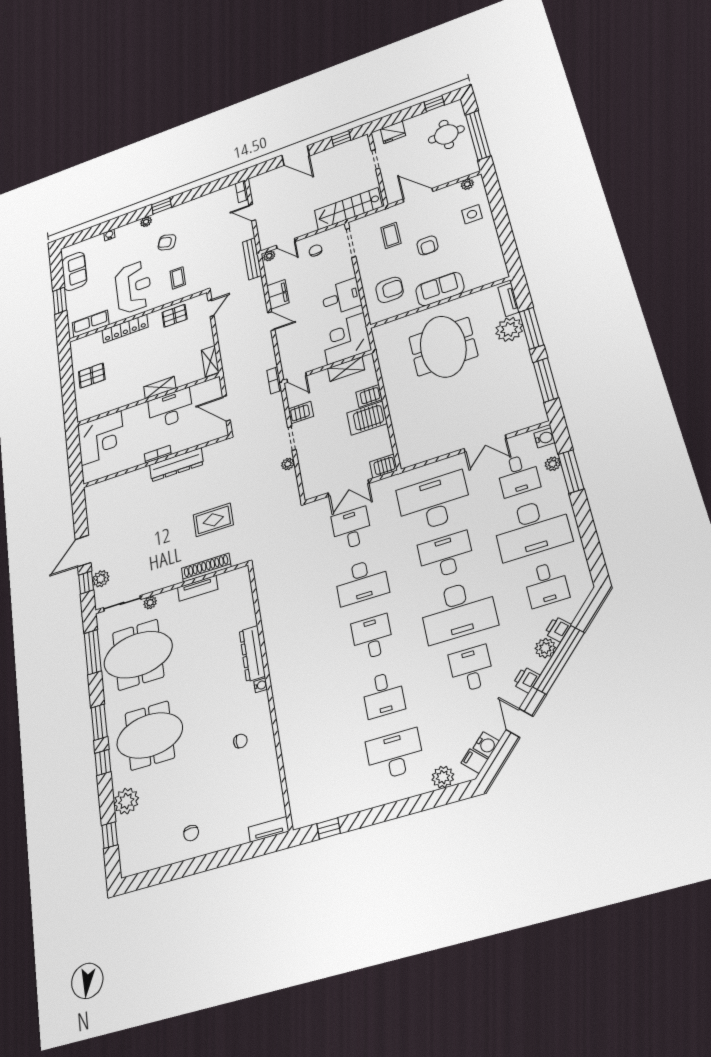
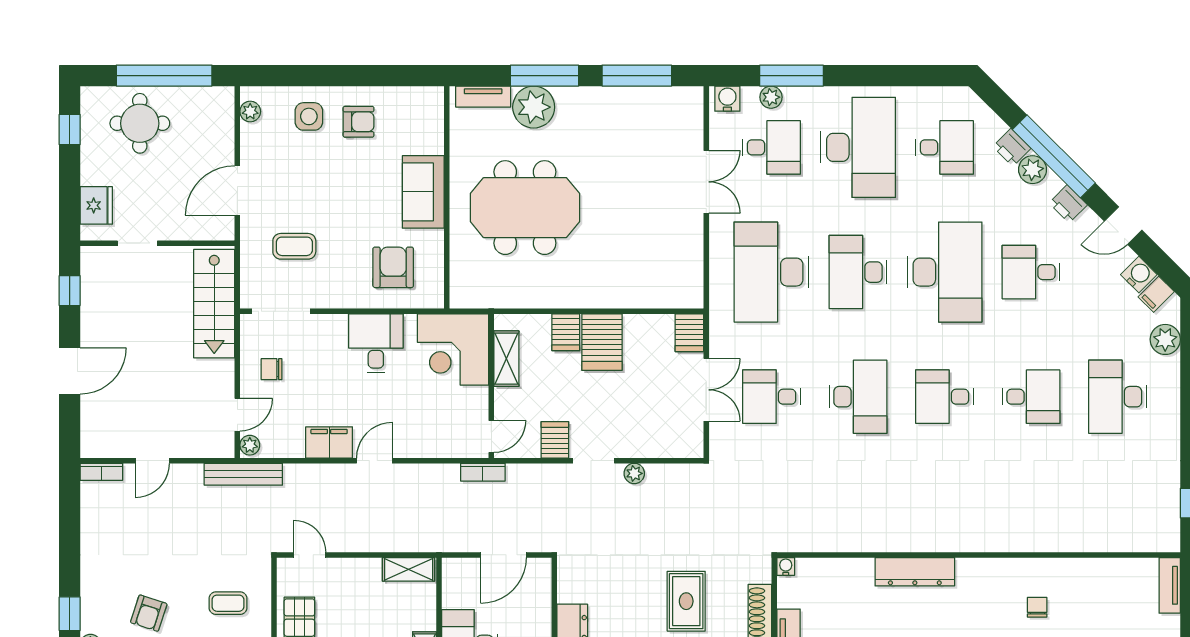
armchair: (427, 245) -> (359, 122), moved
water cooler: (261, 685) -> (786, 566), moved

